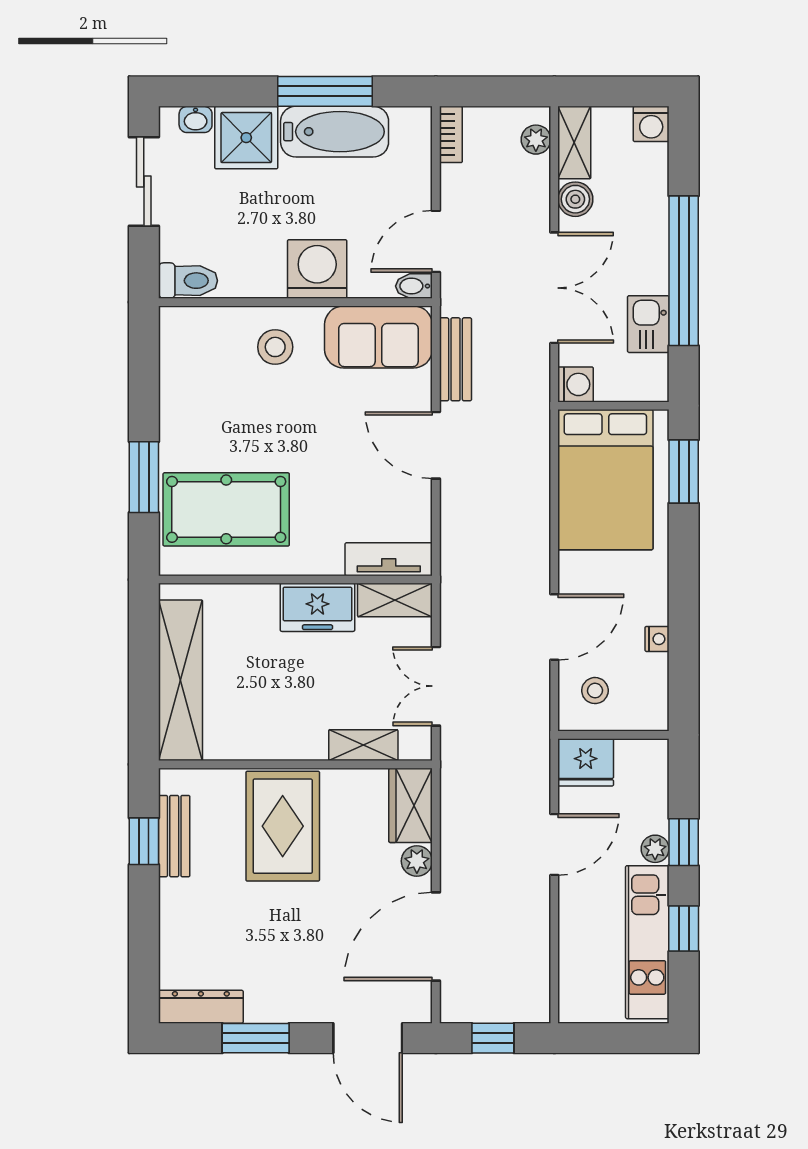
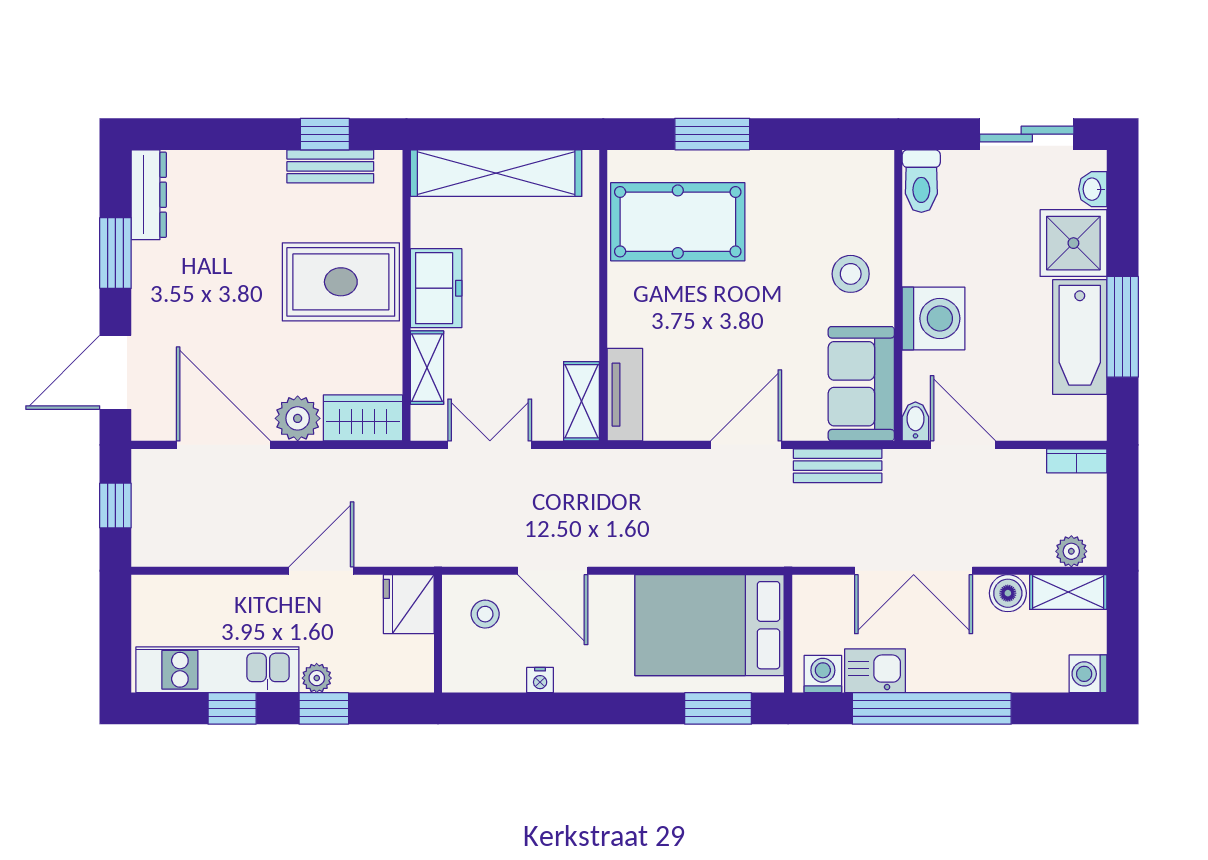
washing machine: (576, 384) -> (823, 674), moved, turned 180
pool table: (226, 509) -> (678, 222), turned 90
freezer: (317, 607) -> (436, 288), moved, turned 180
door: (554, 845) -> (321, 571), swing flipped
plant: (417, 861) -> (298, 418), width x1.38, depth x1.38

